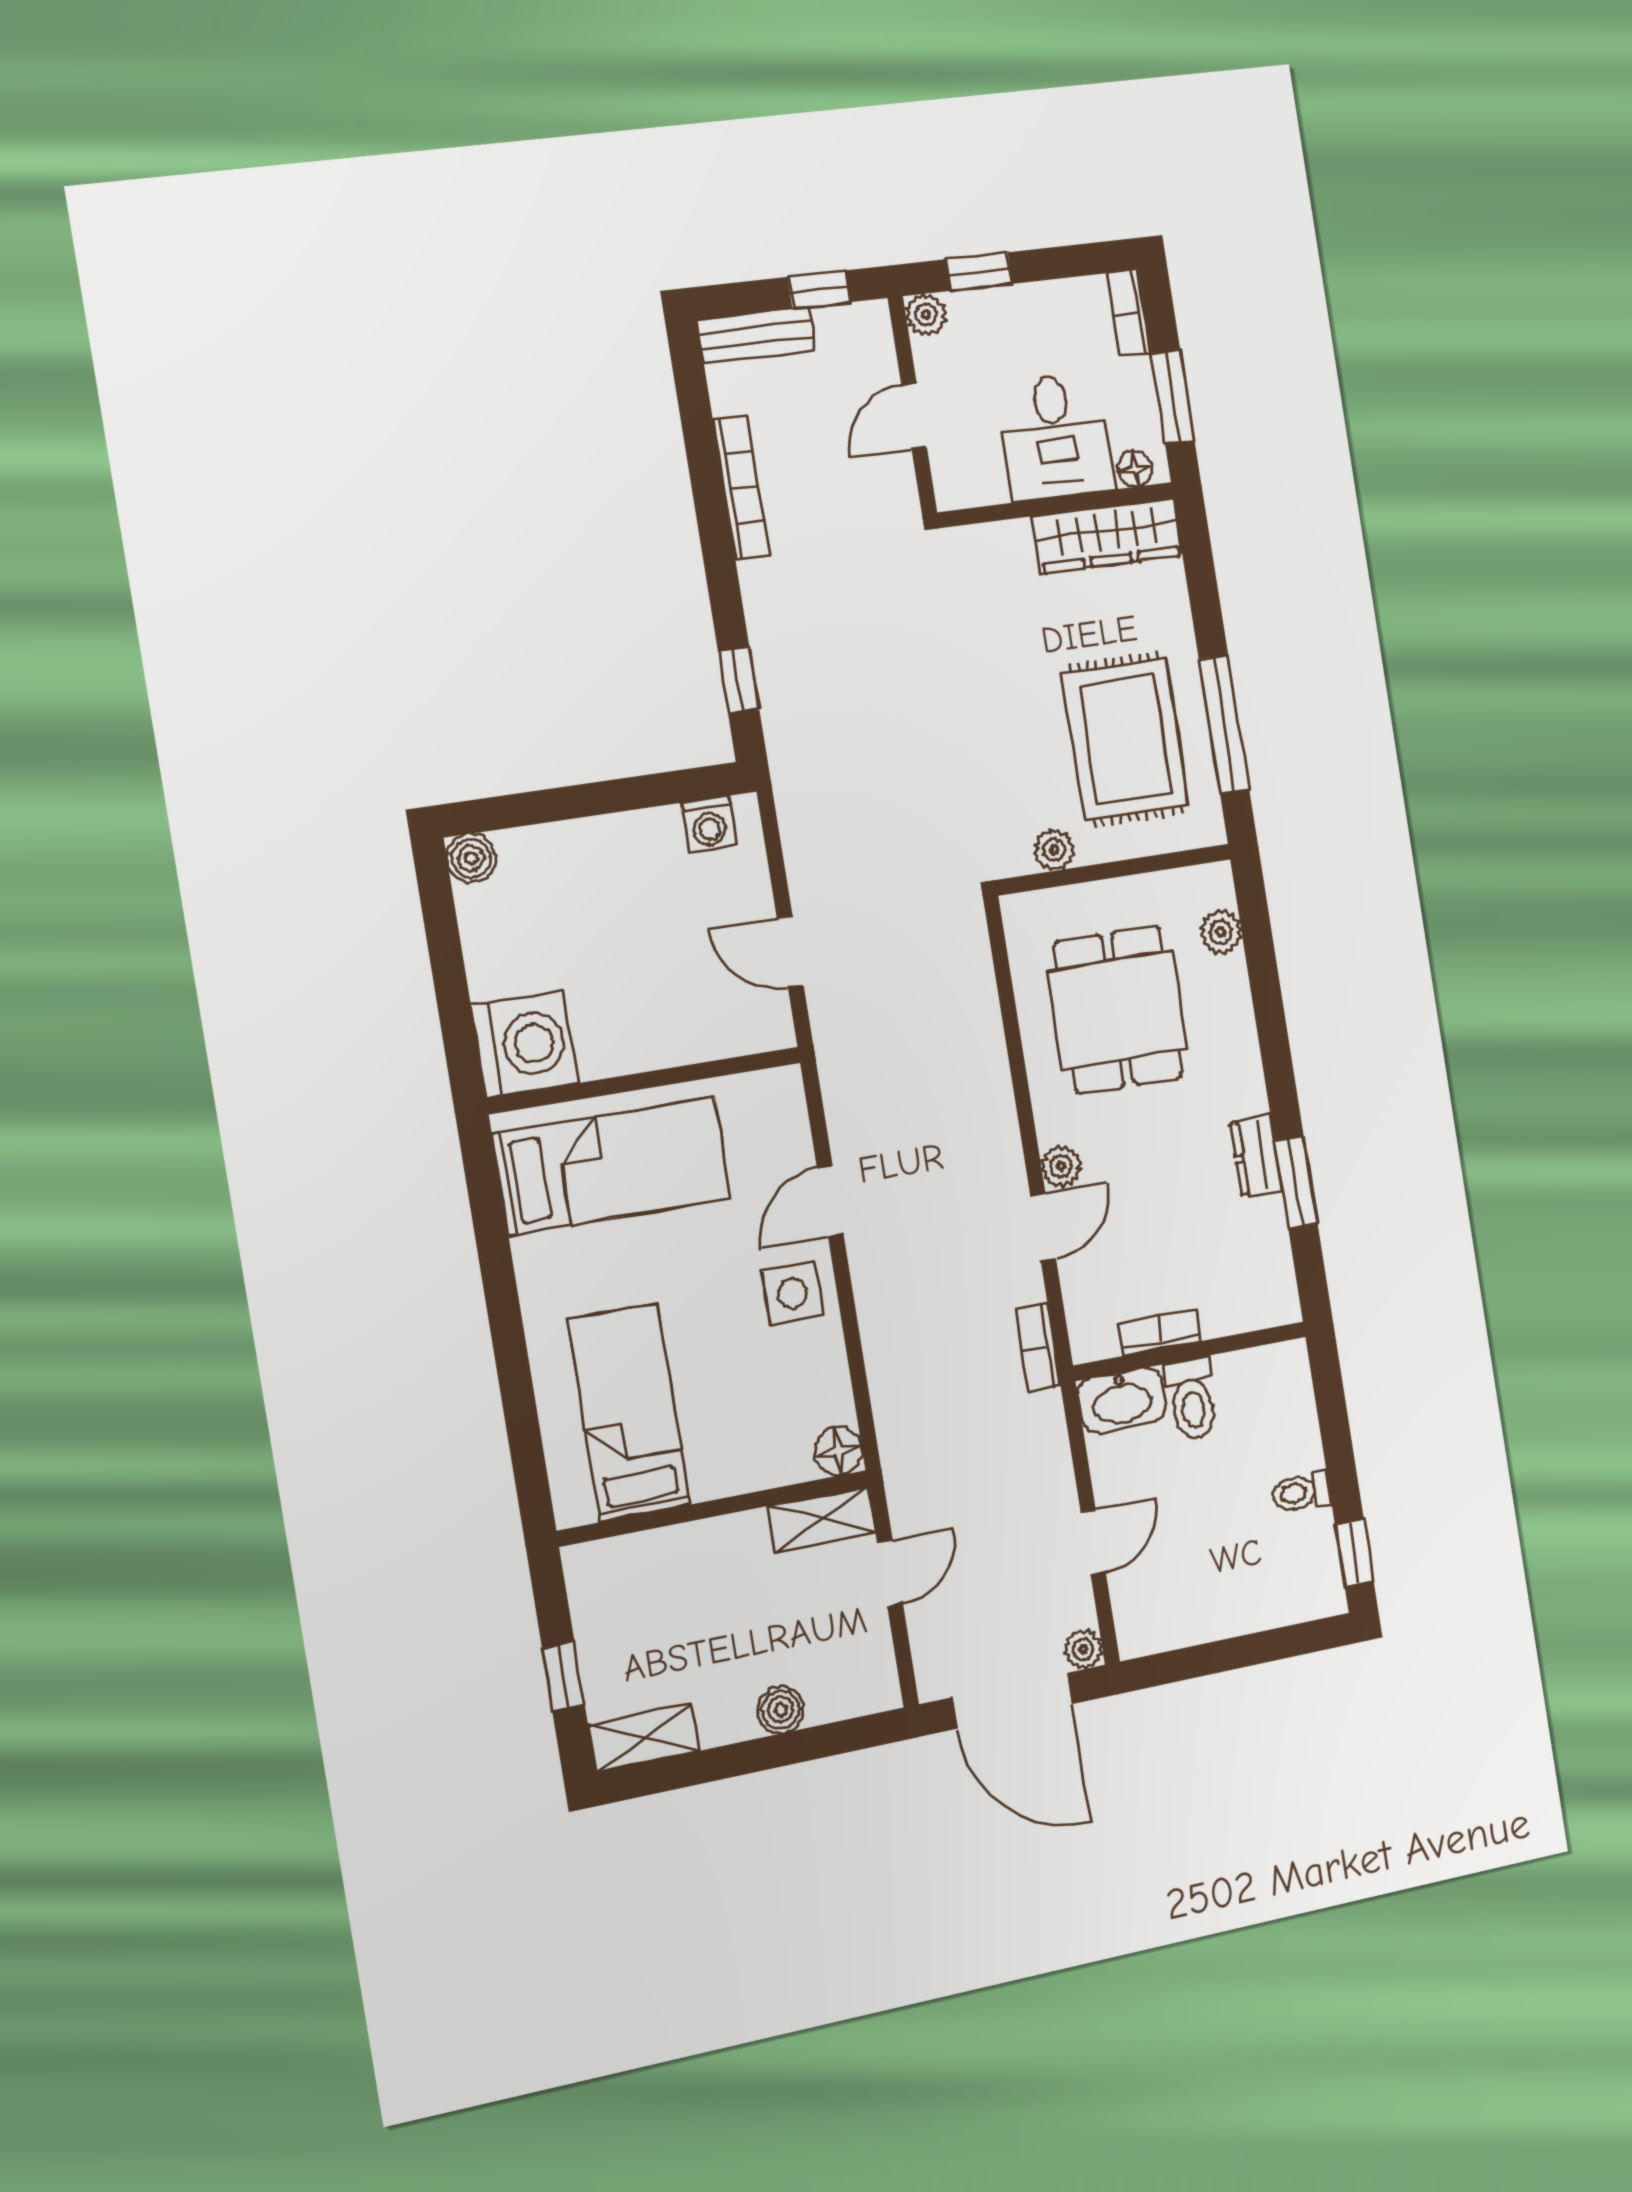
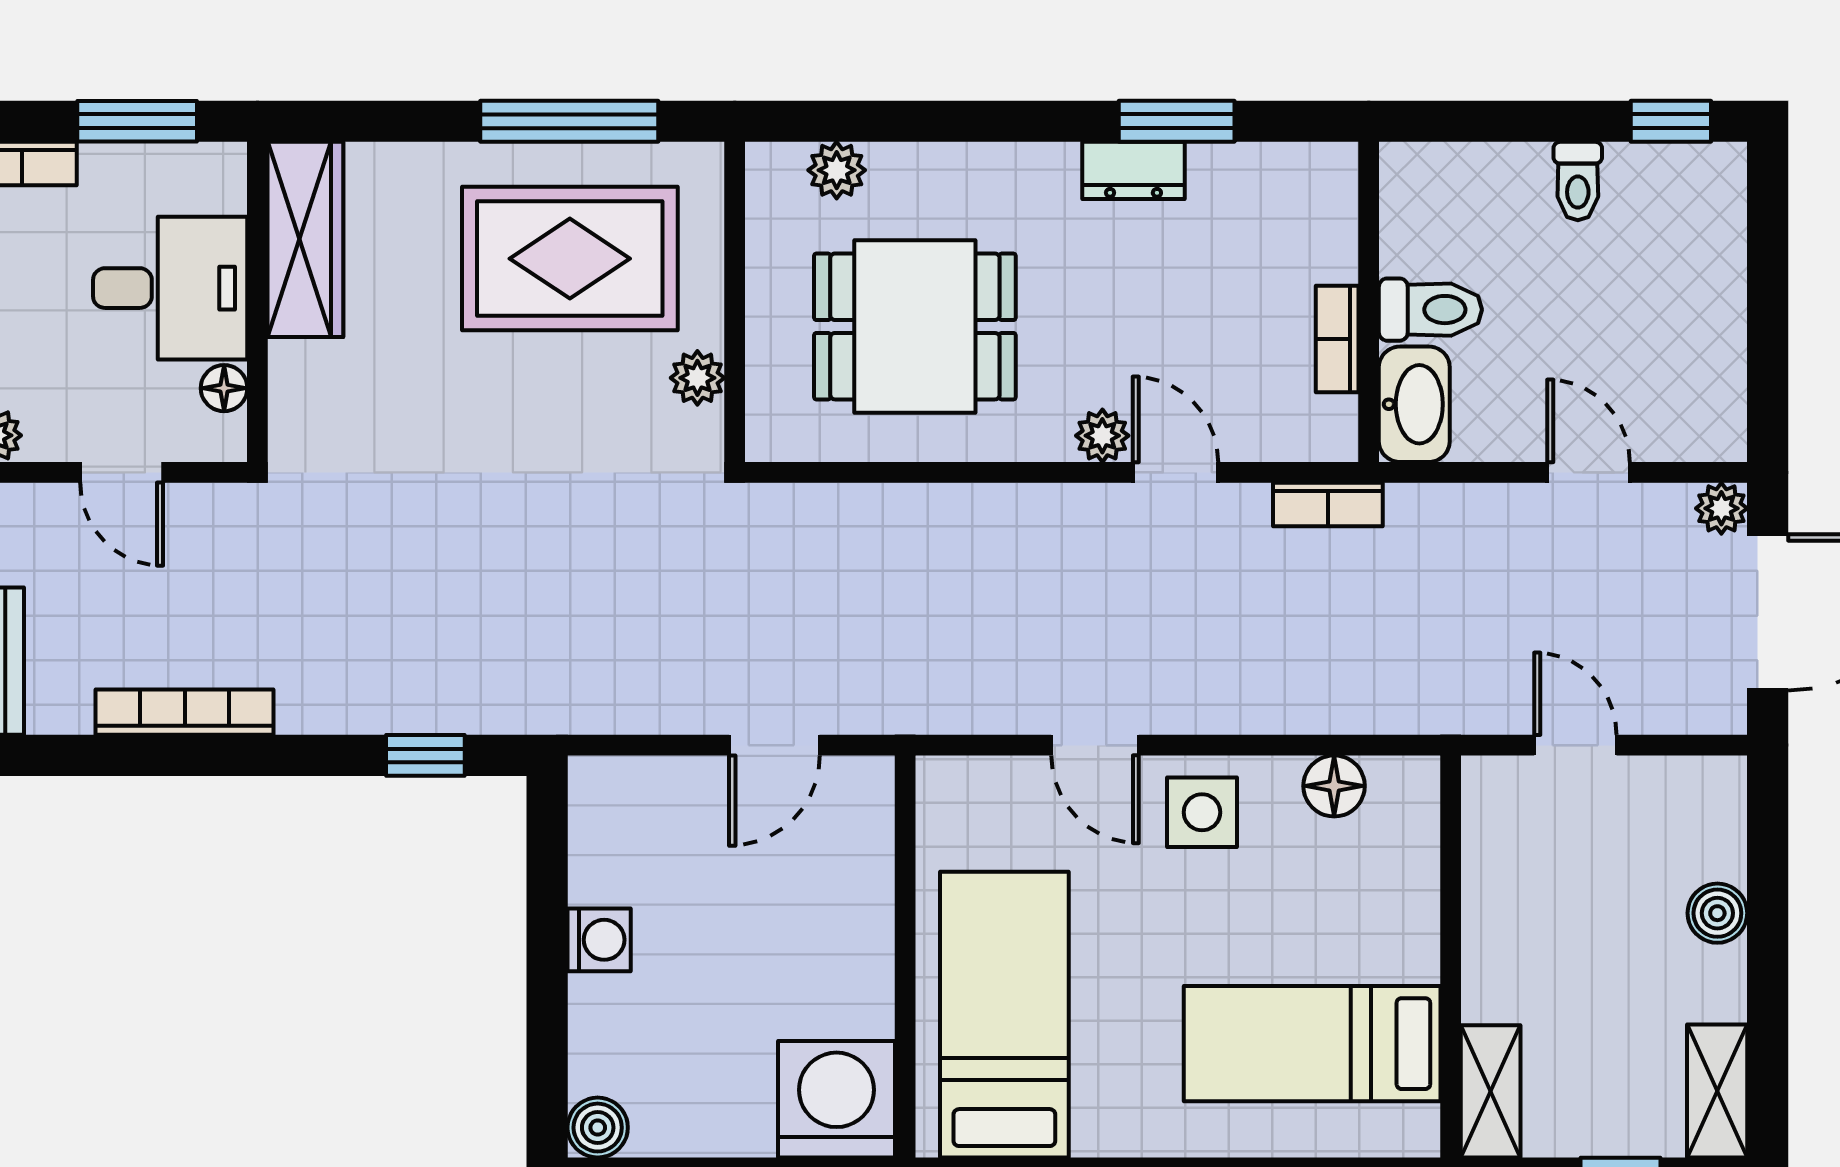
floor lamp: (1135, 469) -> (224, 388), moved
washing machine: (709, 824) -> (599, 940), moved
floor lamp: (839, 1451) -> (1334, 786), moved
shelving: (822, 1519) -> (1491, 1091), moved

